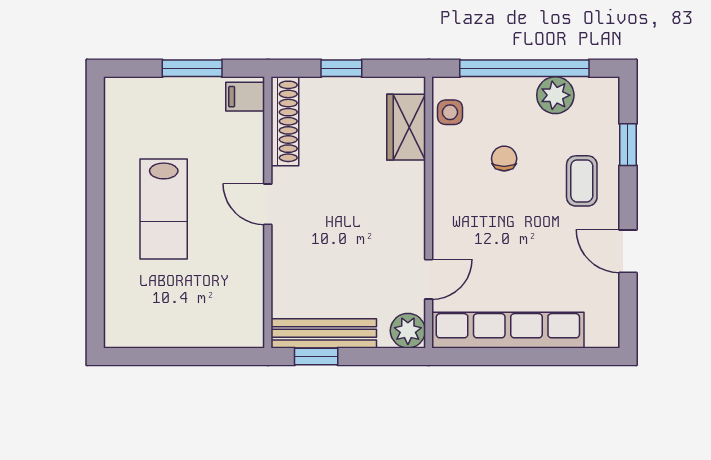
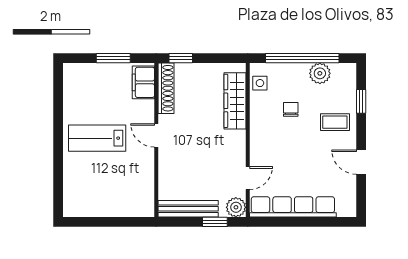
window: (341, 68) -> (181, 58), moved
filing cabinet: (245, 97) -> (143, 82), width x2.00
wardrobe: (406, 127) -> (235, 101), width x1.50
coffee table: (582, 181) -> (335, 122), turned 90
lab bench: (164, 209) -> (97, 138), turned 90
window: (316, 356) -> (215, 222), moved

